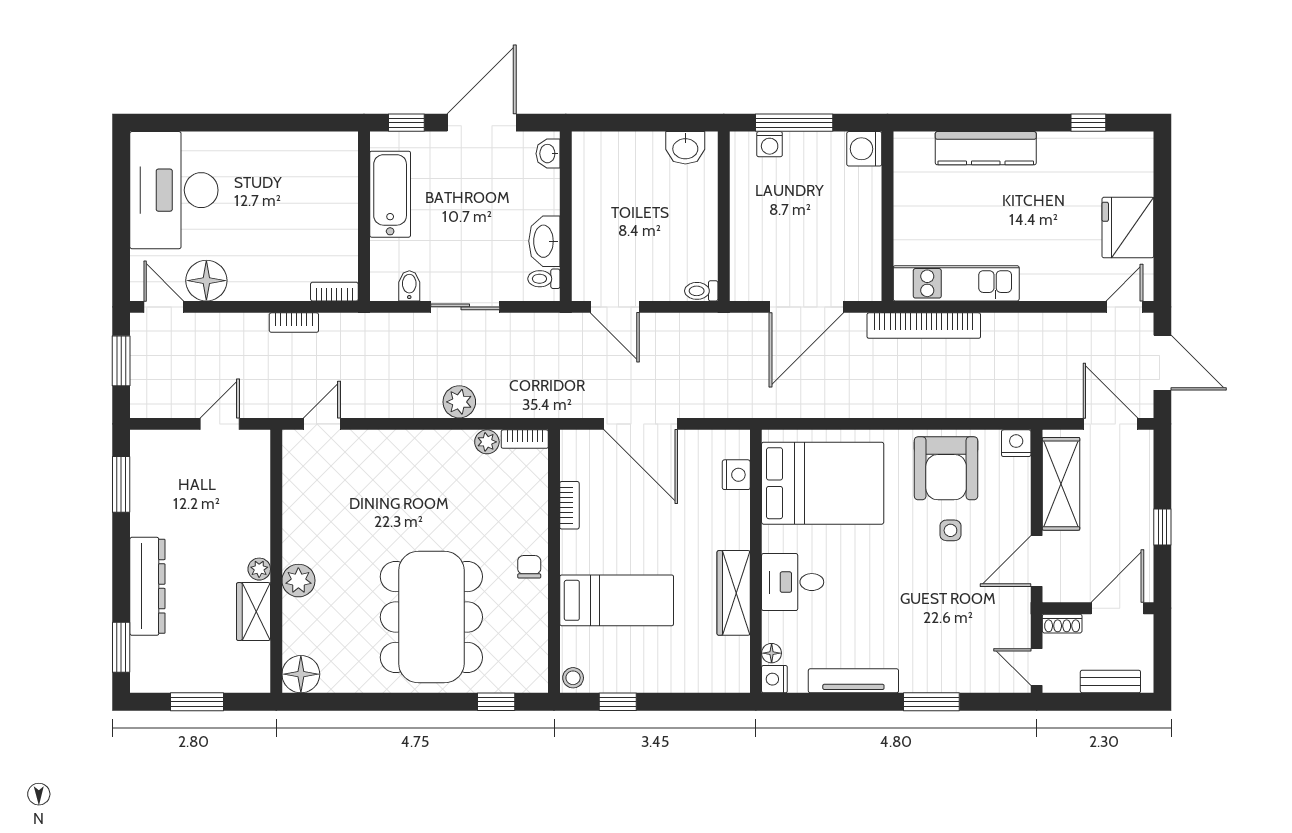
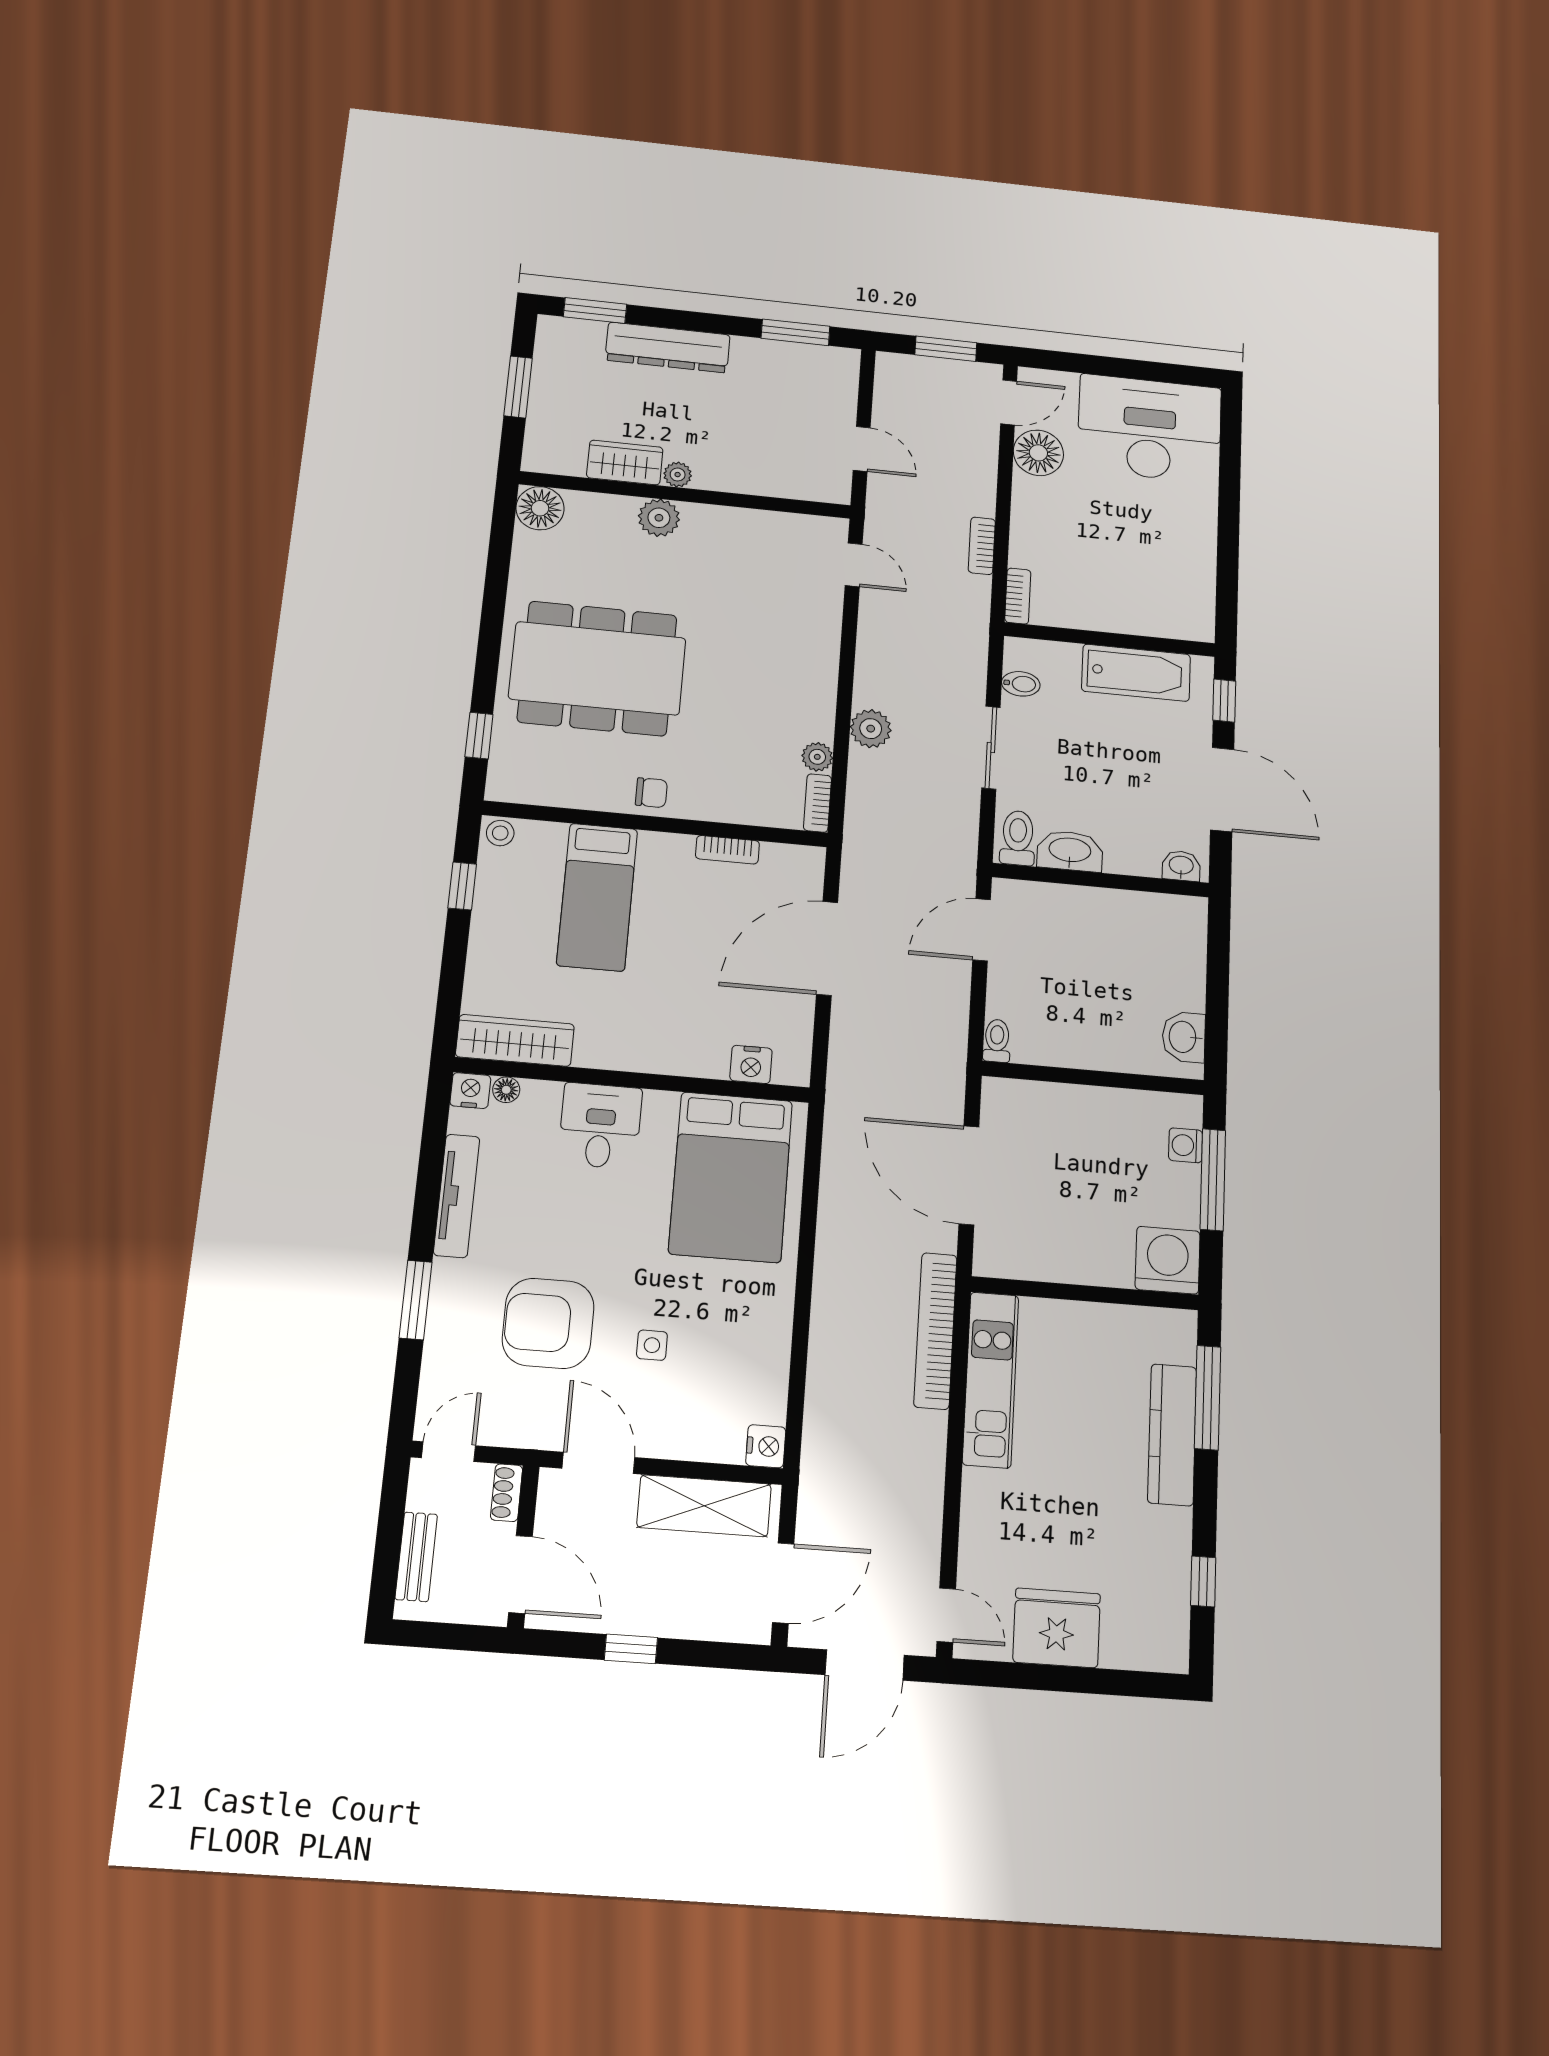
window: (957, 123) -> (1208, 1398), added
washing machine: (864, 149) -> (1168, 1260), width x1.37, depth x1.37
toilet: (544, 279) -> (1018, 838), width x1.37, depth x1.39
armchair: (946, 468) -> (548, 1323), moved
wardrobe: (734, 593) -> (515, 1040), moved

